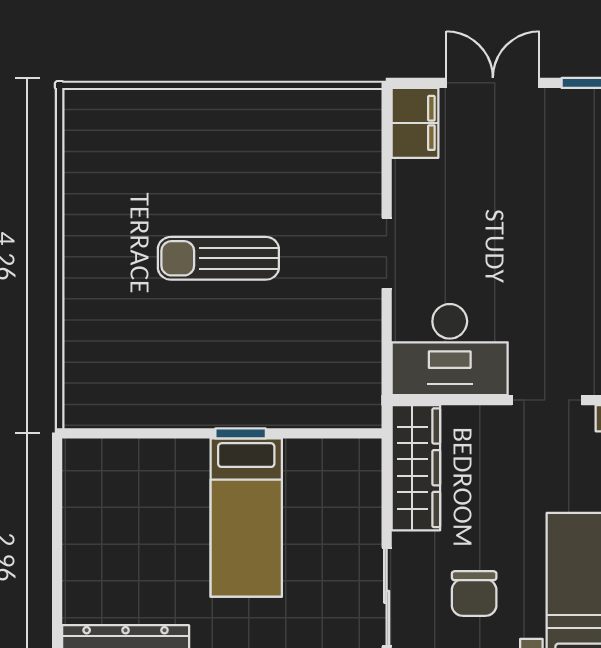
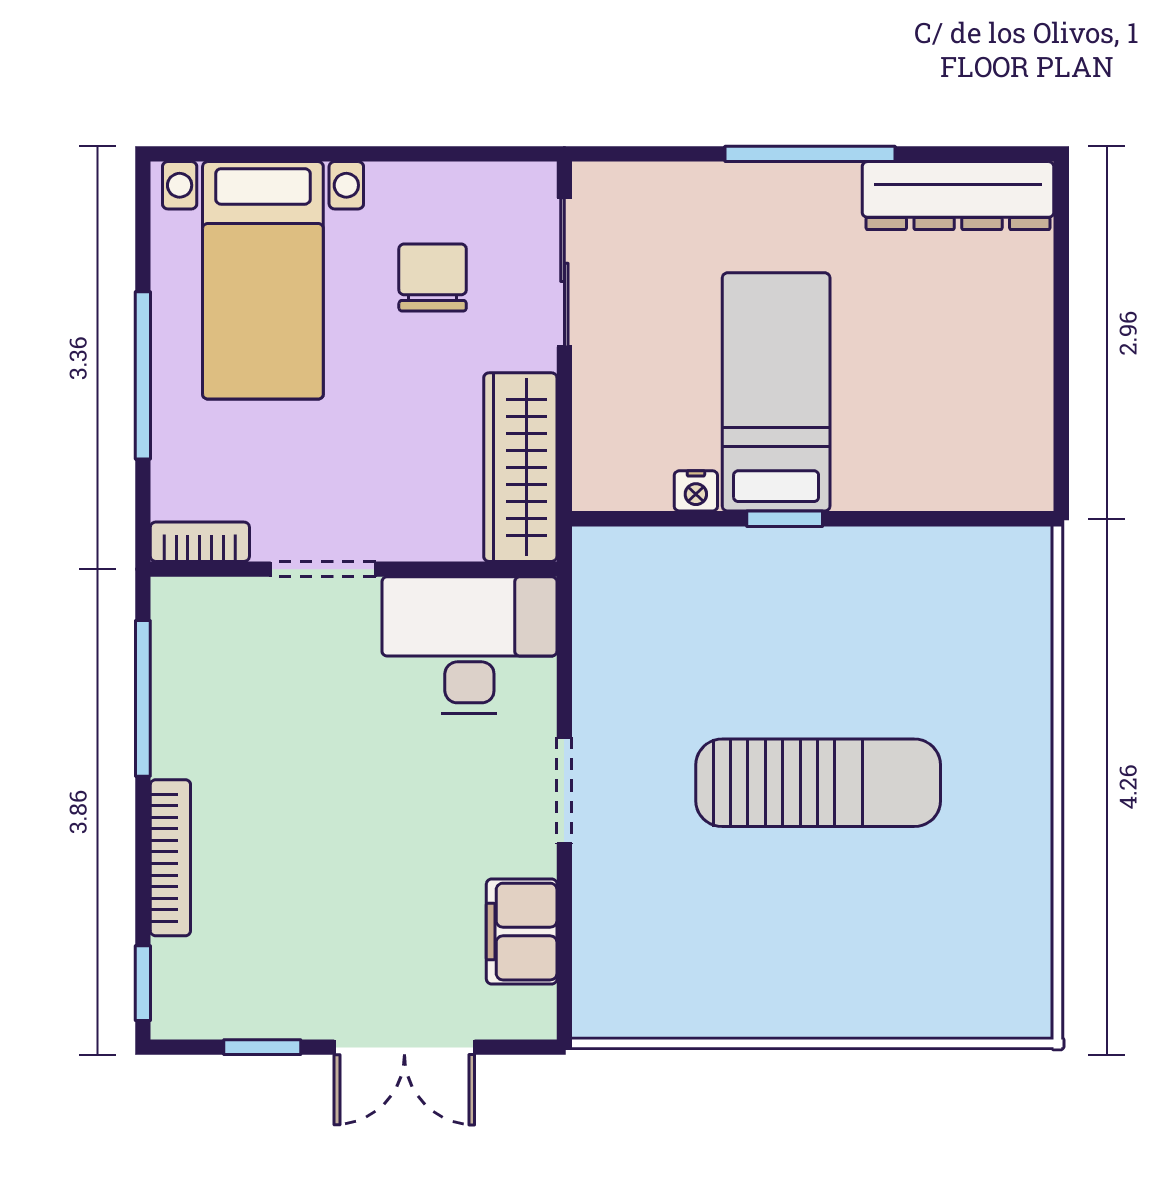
filing cabinet: (415, 123) -> (522, 932), moved
sun lounger: (218, 258) -> (818, 783), width x1.36, depth x1.34
nightstand: (299, 452) -> (696, 491), added

